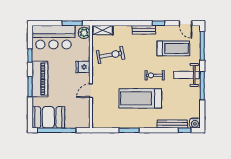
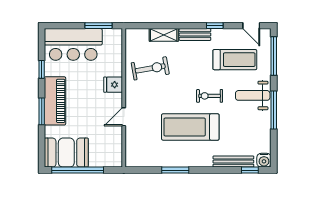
shelving: (103, 30) -> (164, 35), moved
plant: (84, 33) -> (115, 39), removed

